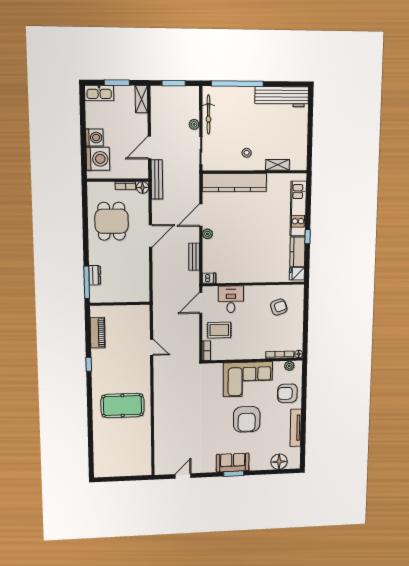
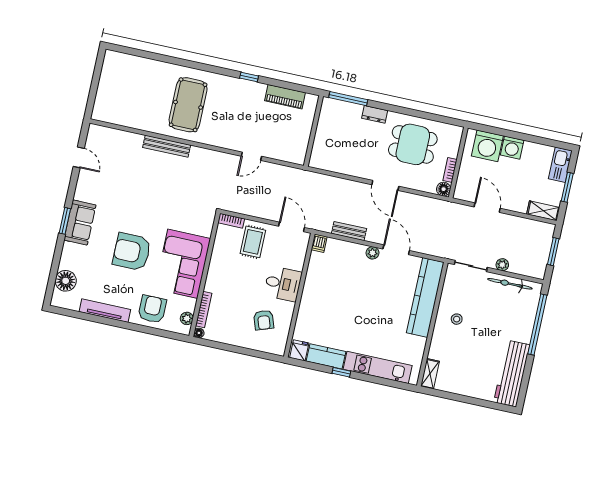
shelving: (278, 165) -> (430, 374), moved
bench: (157, 179) -> (167, 146), moved
dresser: (95, 275) -> (375, 114), moved
desk: (231, 299) -> (283, 284), moved

